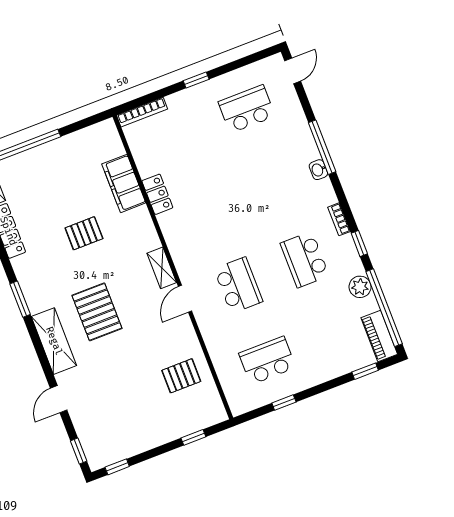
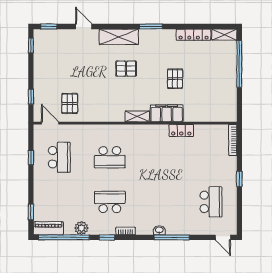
filing cabinet: (124, 183) -> (167, 113), moved
door: (185, 299) -> (50, 123), moved
pallet: (97, 312) -> (126, 69), width x0.67, depth x0.71

